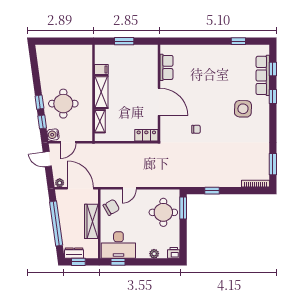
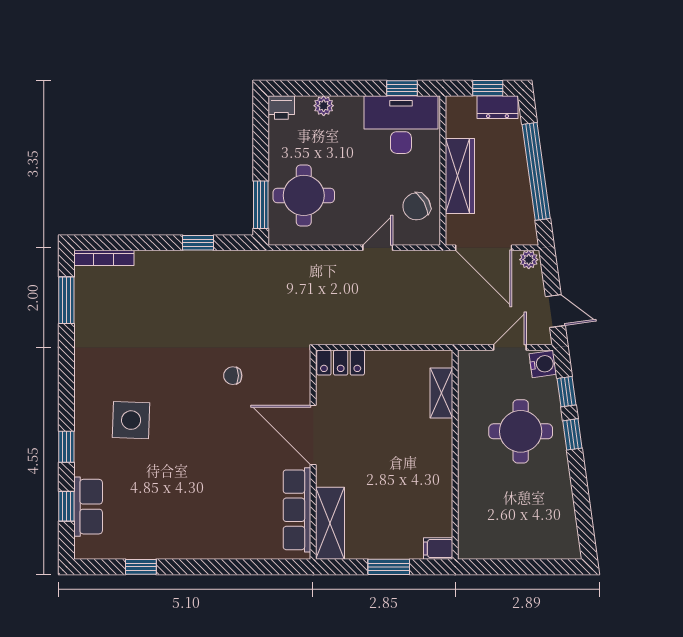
row of seats: (166, 67) -> (297, 510), width x1.48
filing cabinet: (101, 70) -> (438, 548), moved
row of seats: (263, 75) -> (88, 507), width x0.68
shelving: (101, 92) -> (330, 523), moved

